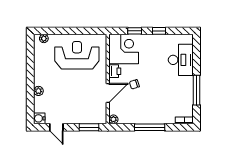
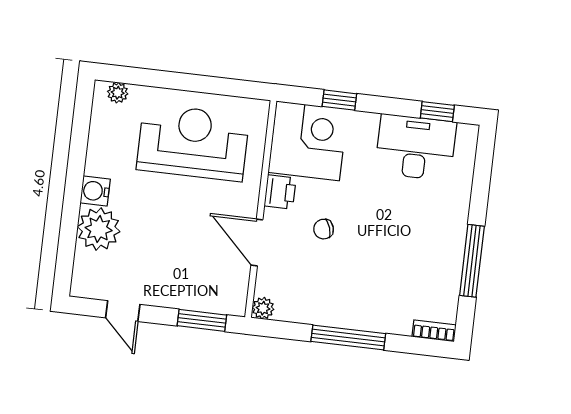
window: (159, 31) -> (437, 112), moved
desk: (181, 60) -> (416, 147), moved, turned -90
plant: (38, 91) -> (99, 229), width x1.88, depth x1.88
door: (108, 93) -> (257, 243), swing flipped
water cooler: (39, 118) -> (95, 191), moved

